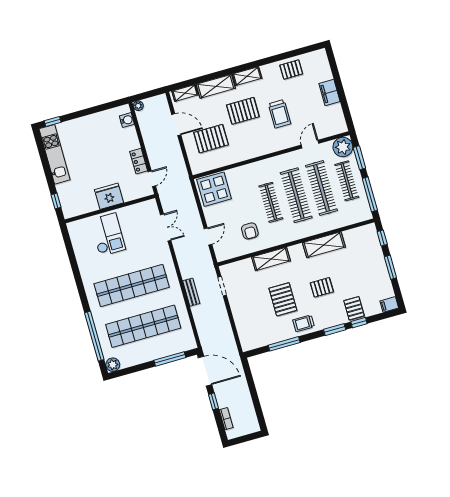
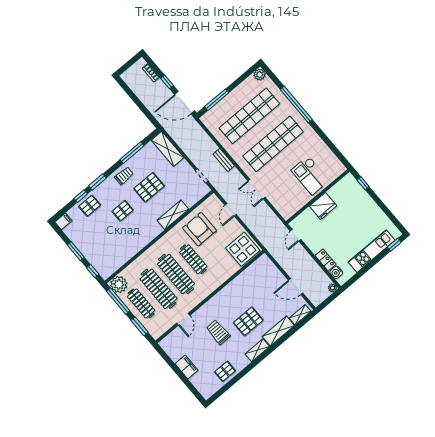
pallet: (211, 139) -> (263, 288), removed
plant: (343, 147) -> (119, 284), moved
kitchen unit: (55, 154) -> (372, 251), moved, turned 90
locker: (139, 161) -> (326, 260), moved
double door: (166, 228) -> (256, 189), moved
armchair: (250, 231) -> (200, 229), width x1.88, depth x1.88
shelving: (324, 245) -> (168, 149), moved, turned 90
pallet: (283, 299) -> (149, 187), turned 90
pallet: (354, 308) -> (90, 206), turned 90
window: (94, 336) -> (296, 104), moved

